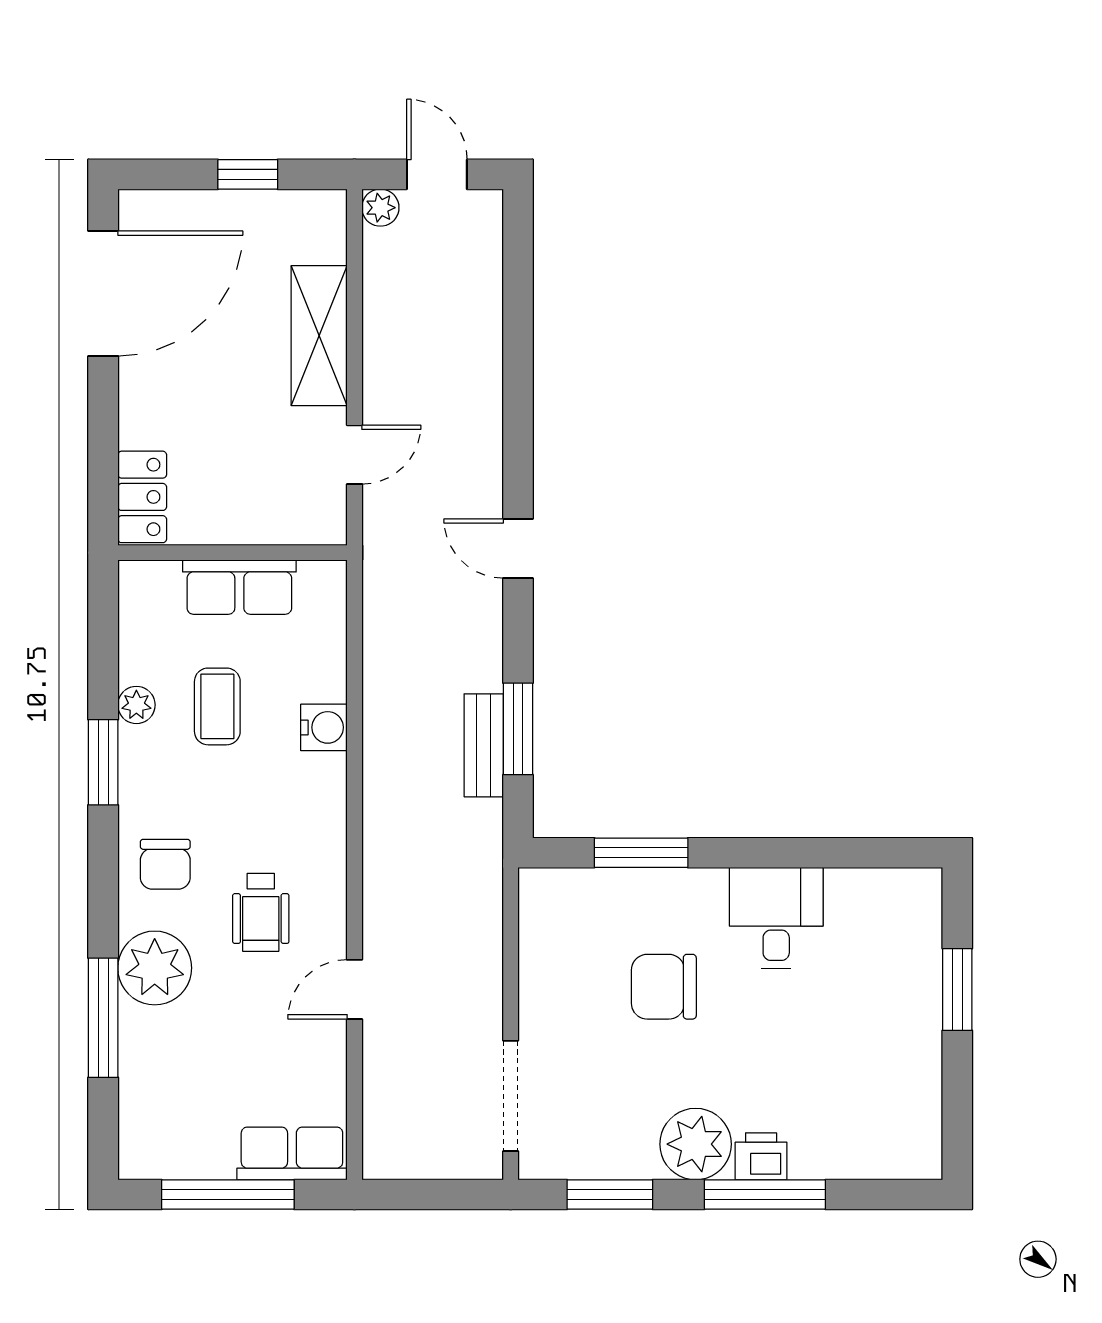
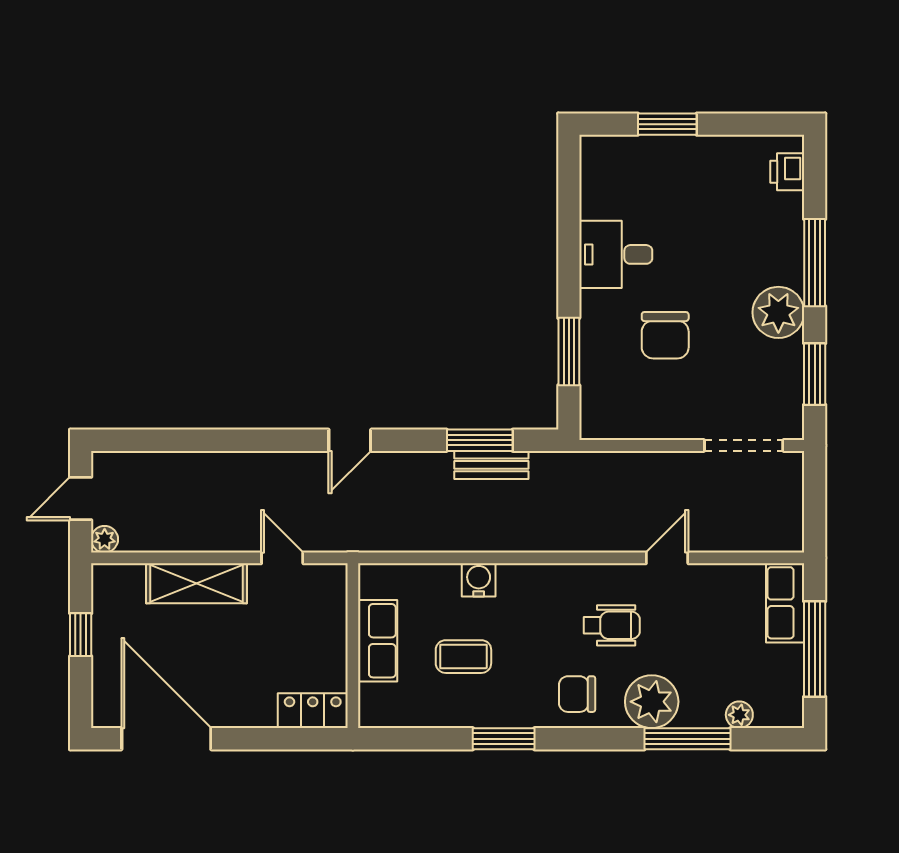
plant: (136, 705) -> (739, 715), moved
chair: (165, 864) -> (577, 694), turned 180
door: (354, 989) -> (667, 558), swing flipped
printer: (761, 1156) -> (787, 172), moved

